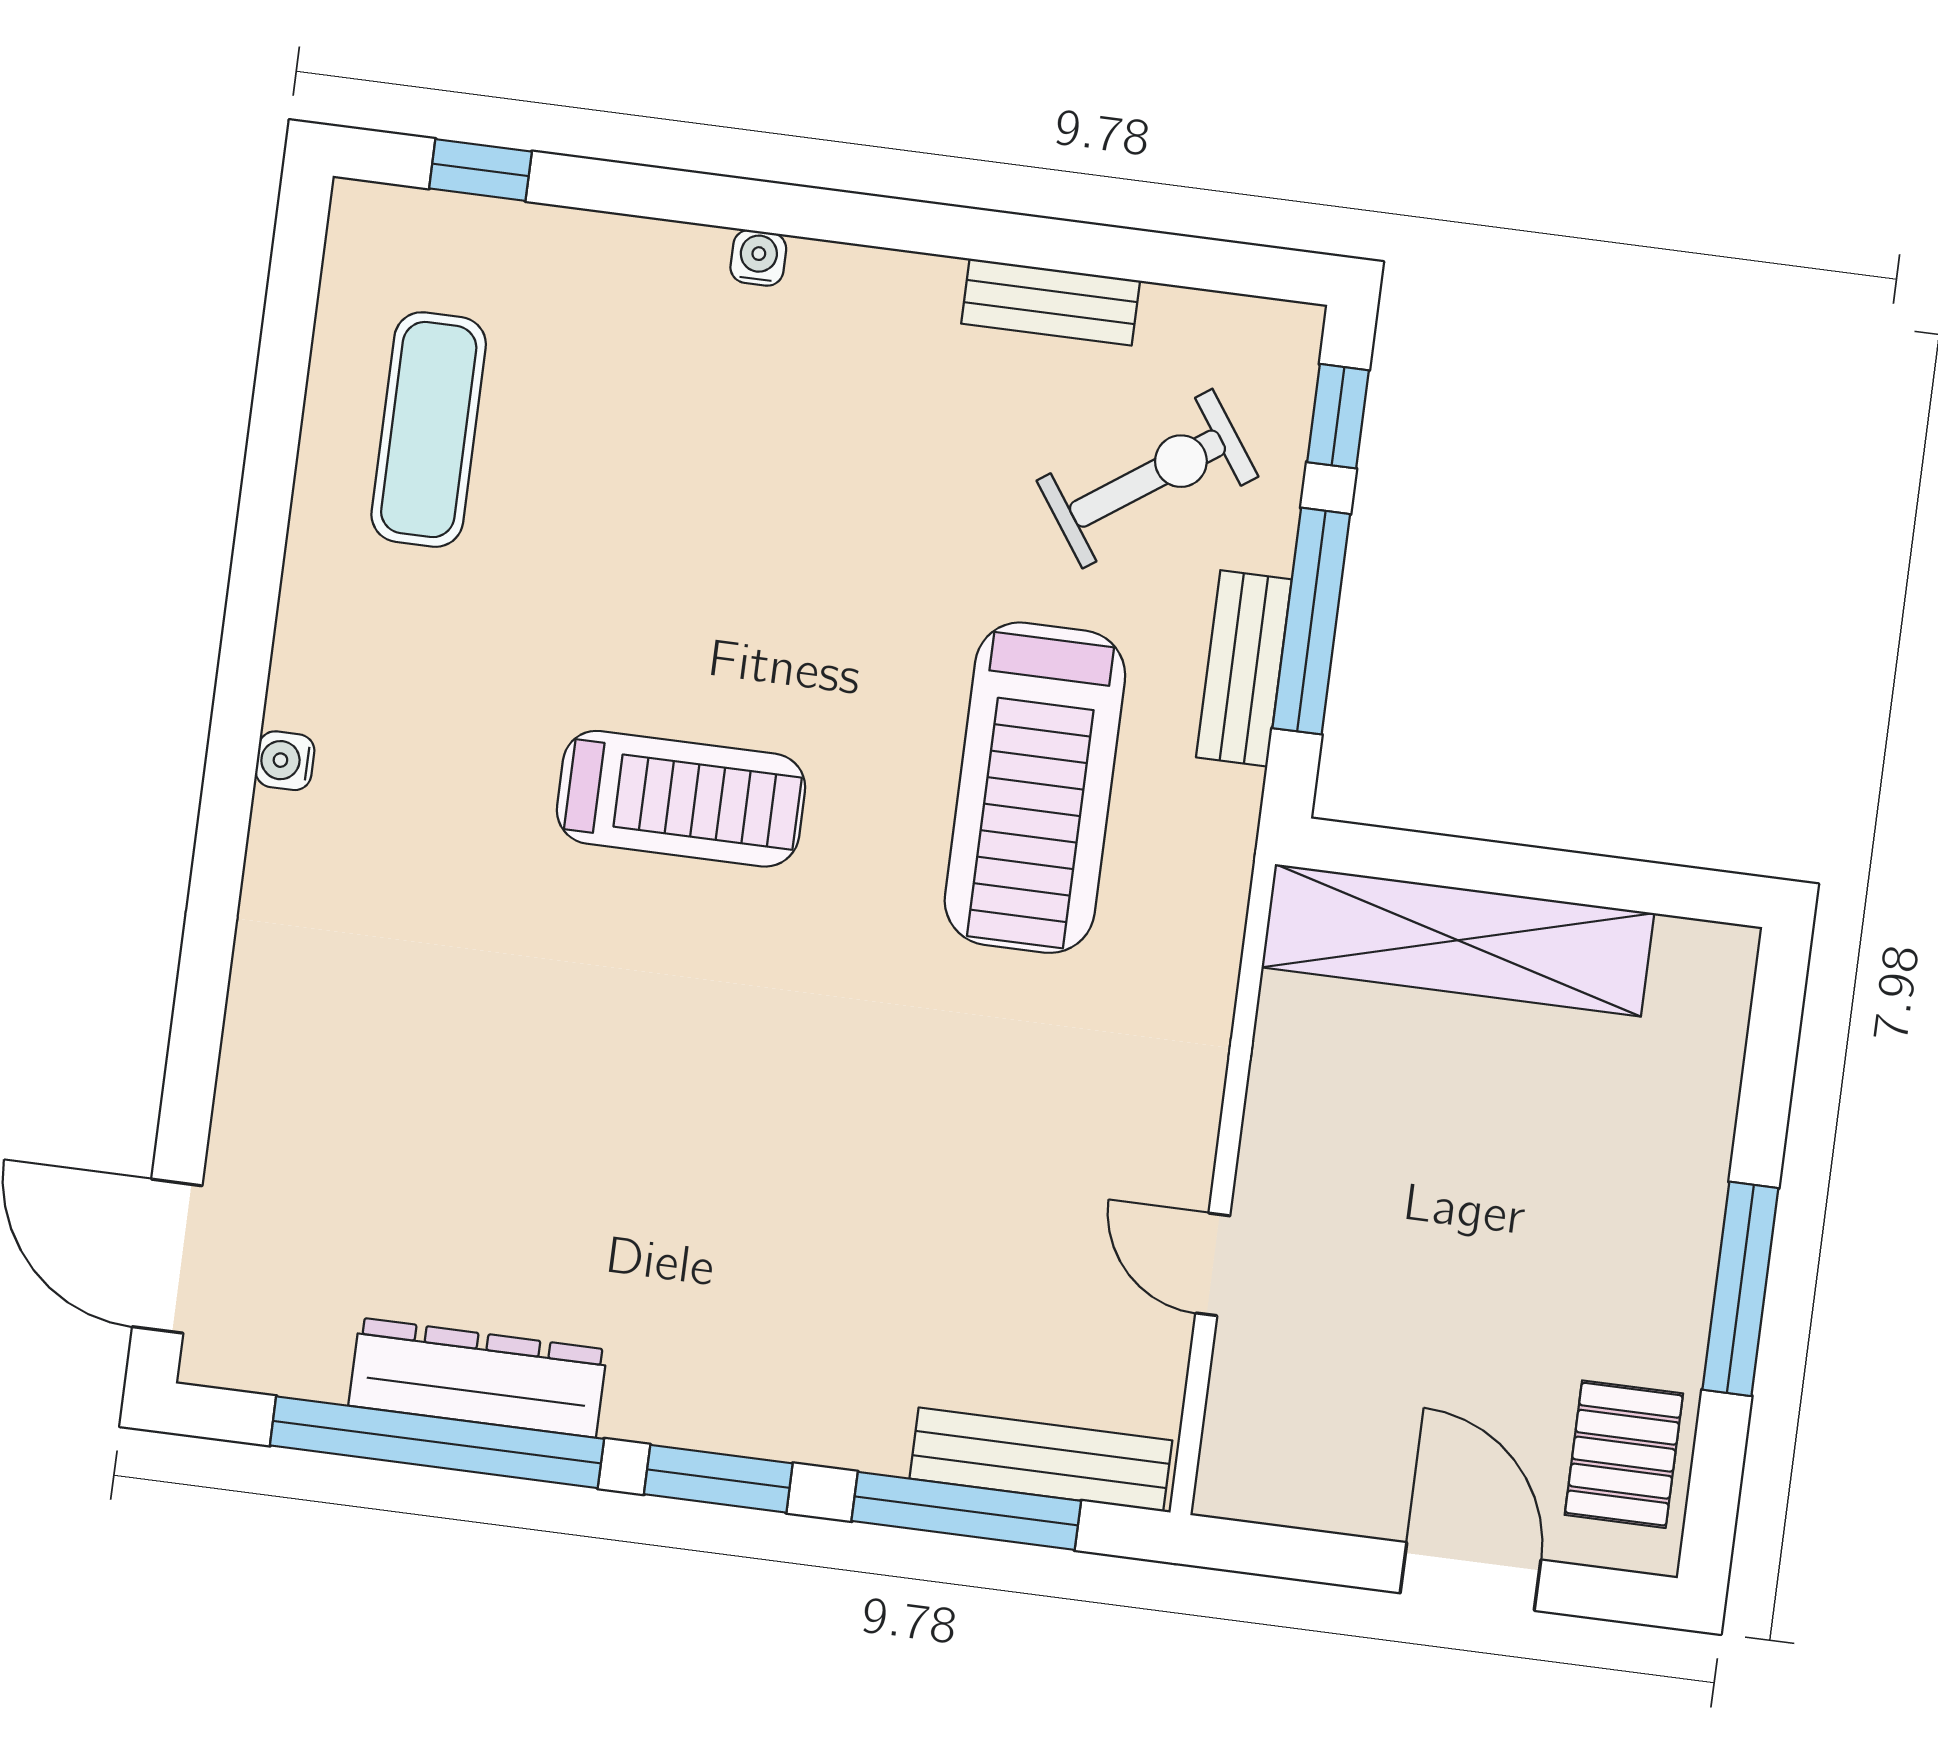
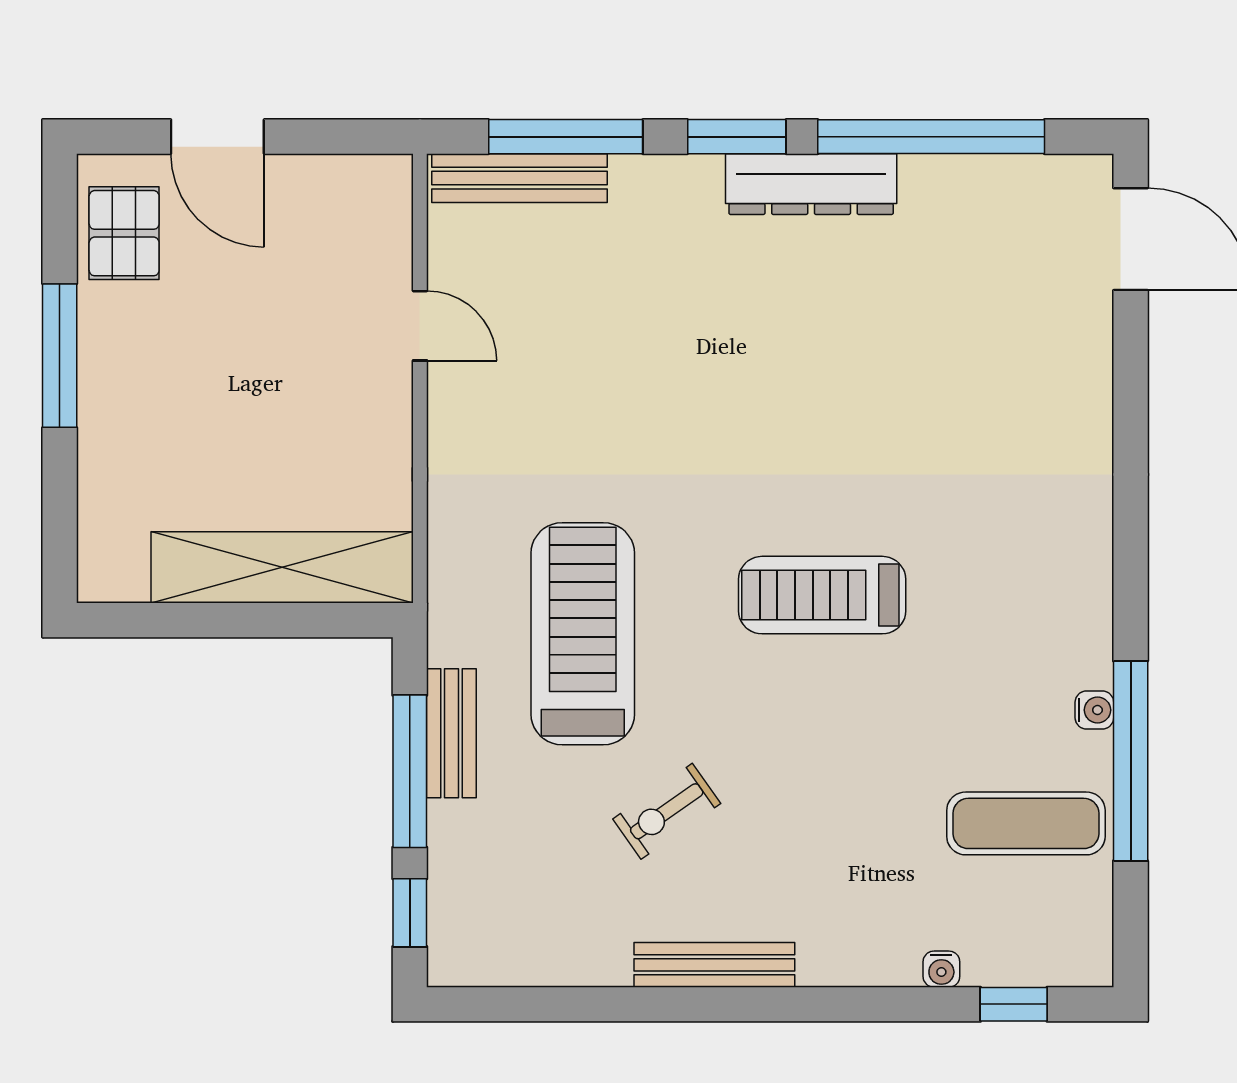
water cooler: (758, 258) -> (941, 969), moved
bench: (1051, 302) -> (714, 965), moved, width x1.36
exercise mat: (429, 430) -> (1026, 823), turned 90
exercise bike: (1147, 479) -> (667, 811), moved, width x0.73, depth x0.72
window: (265, 500) -> (1131, 761), added
water cooler: (285, 761) -> (1094, 710), moved
dresser: (478, 1378) -> (811, 184), moved

